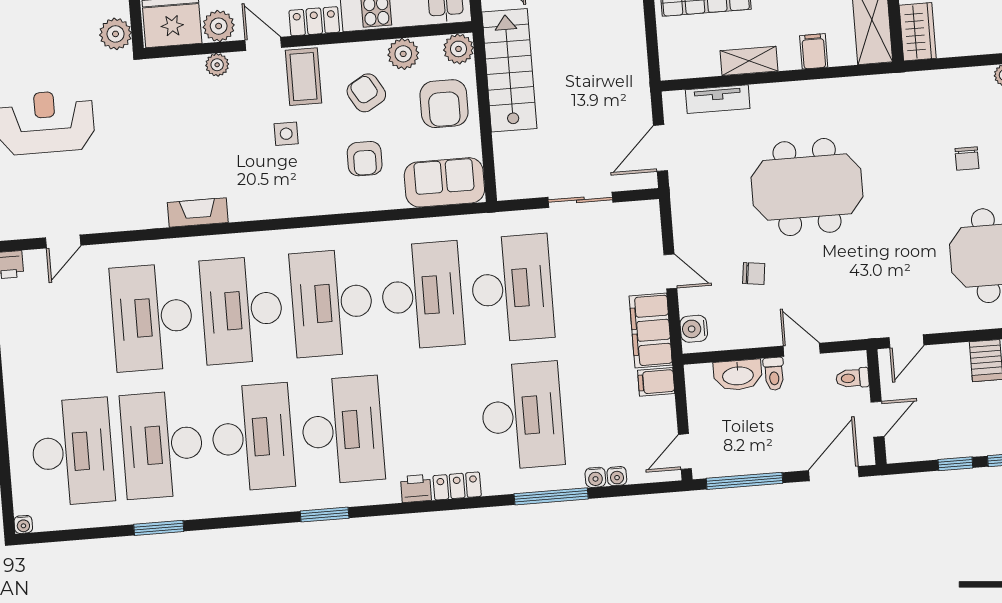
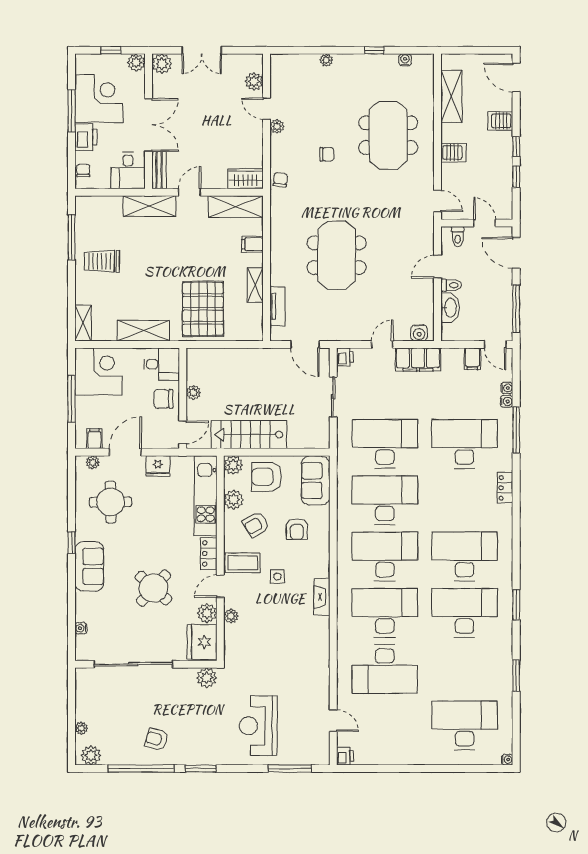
armchair: (444, 104) -> (267, 477), turned 180
armchair: (365, 159) -> (297, 529), turned 90
fireplace: (198, 212) -> (322, 597), moved
chair: (754, 273) -> (280, 180), moved
desk: (332, 303) -> (385, 556), turned 180
desk: (242, 310) -> (385, 613), turned 180
filing cabinet: (656, 382) -> (472, 359), moved
desk: (162, 445) -> (465, 669), removed
printer: (416, 488) -> (345, 357), moved, turned 180
window: (325, 515) -> (516, 605), moved

